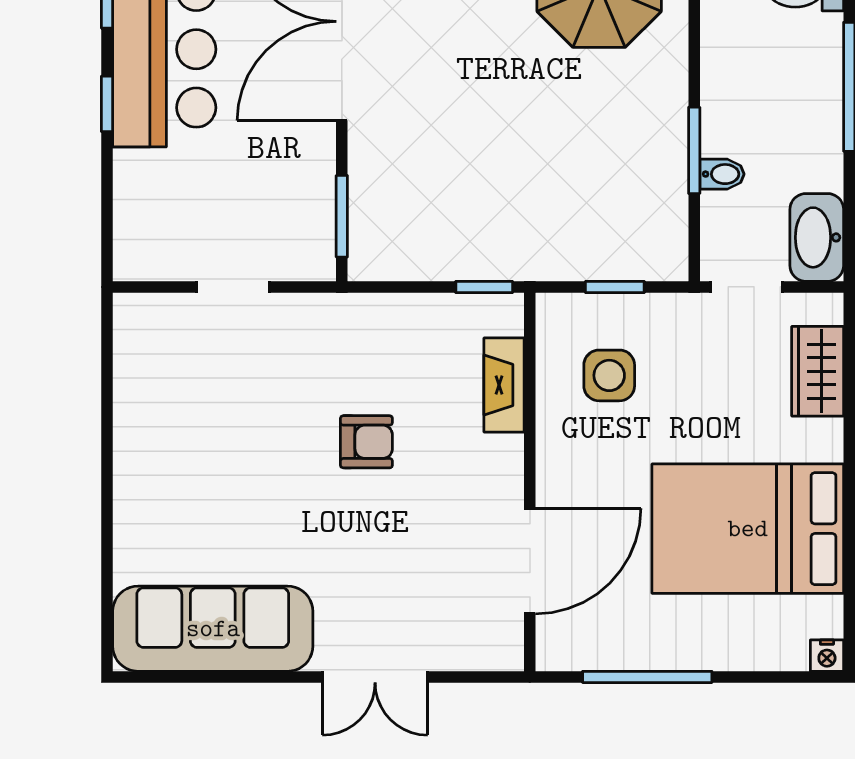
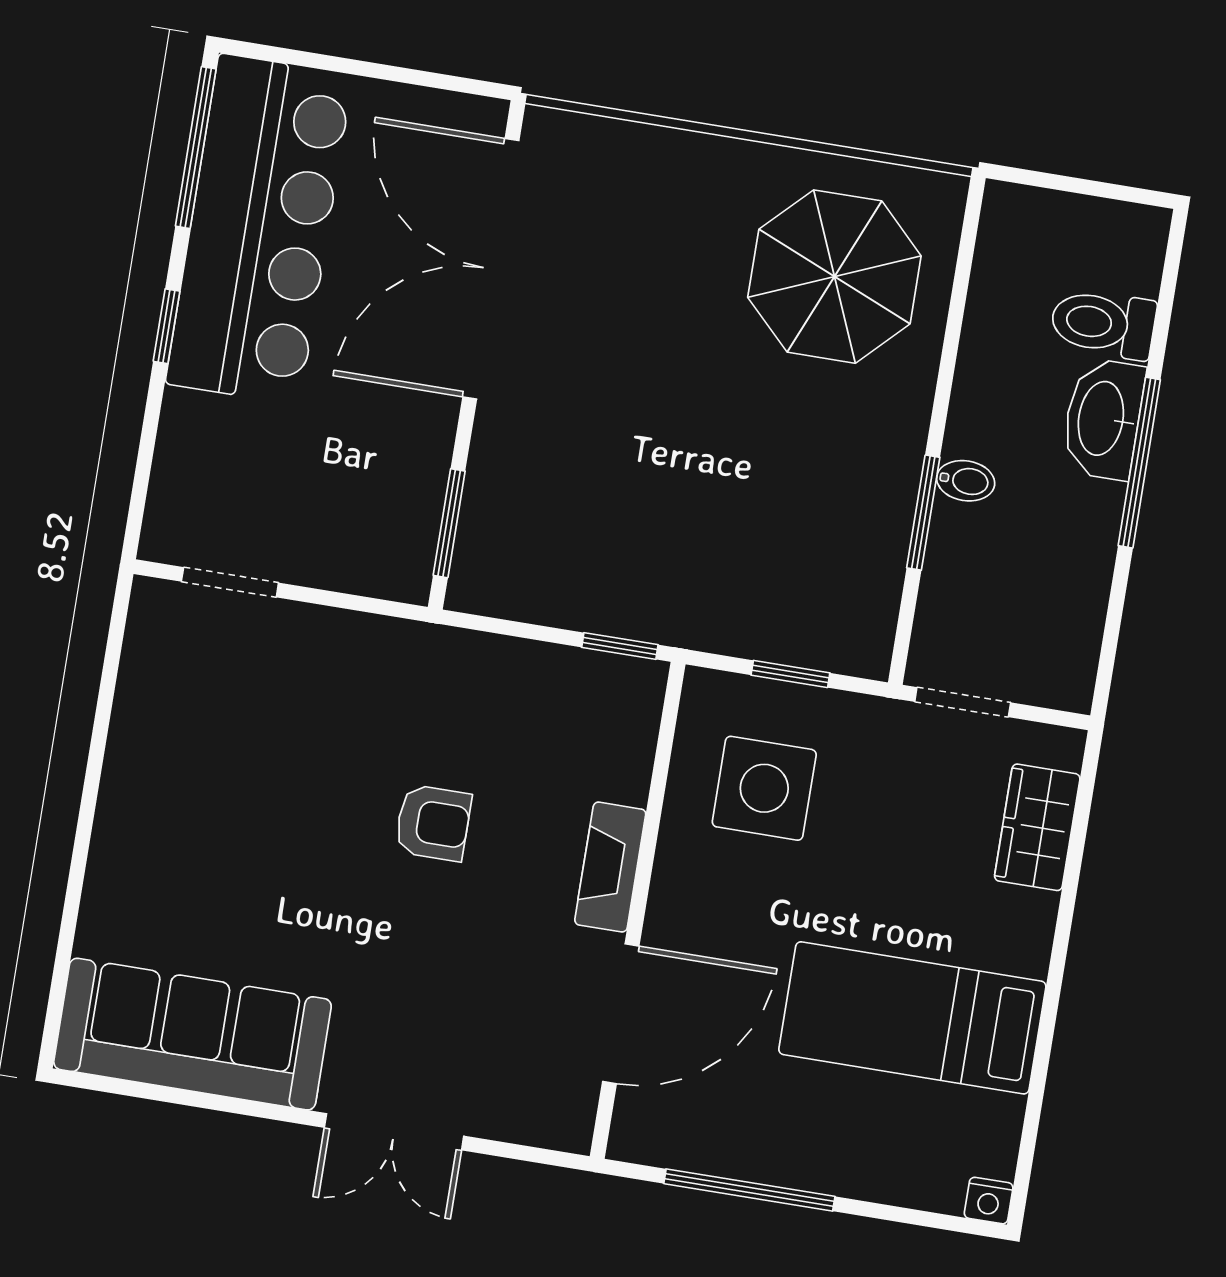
bidet: (722, 174) -> (966, 481), moved
washbasin: (817, 237) -> (1103, 419), moved
doorway: (233, 287) -> (230, 582), moved
side table: (609, 375) -> (764, 788), width x1.37, depth x1.37
fireplace: (504, 385) -> (610, 867), moved
bed: (748, 529) -> (912, 1018), width x0.67

